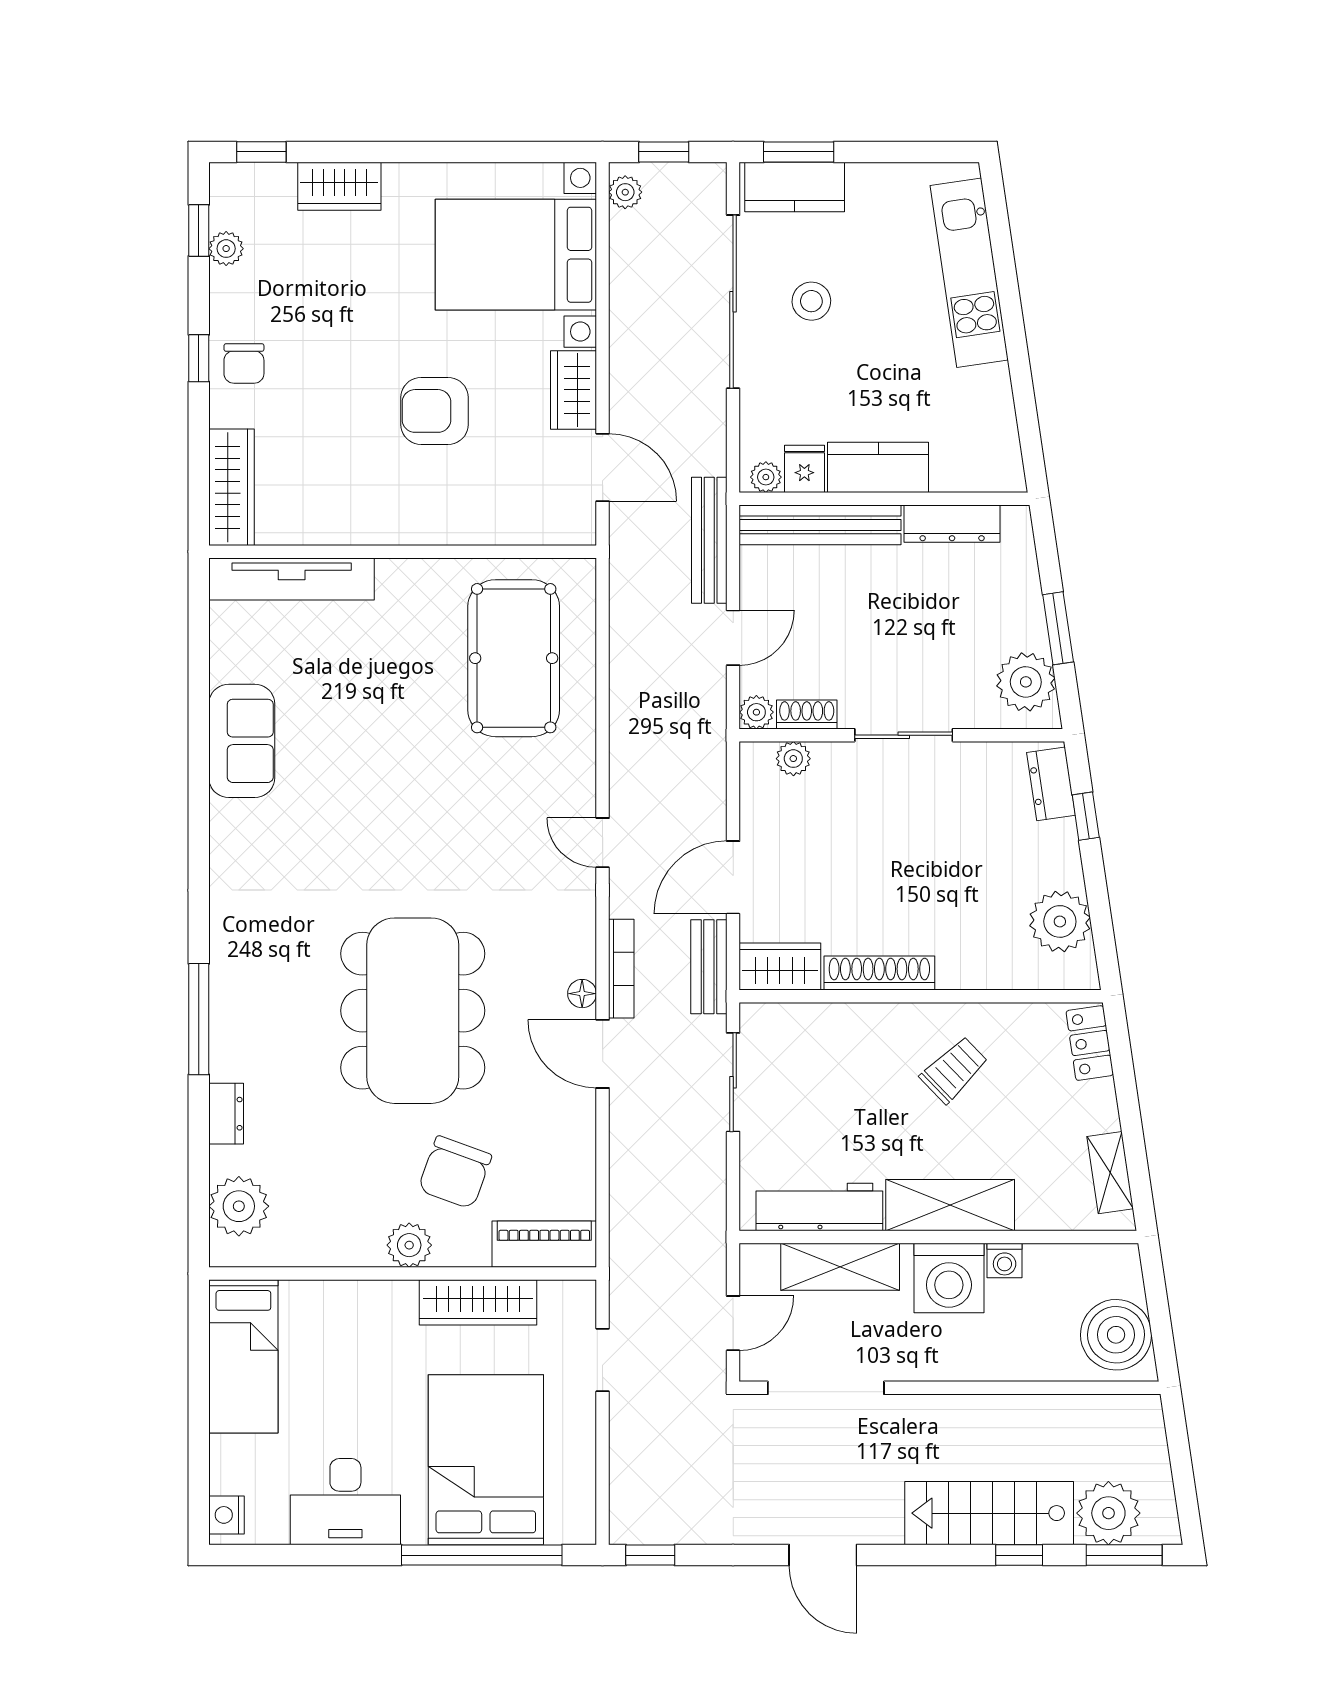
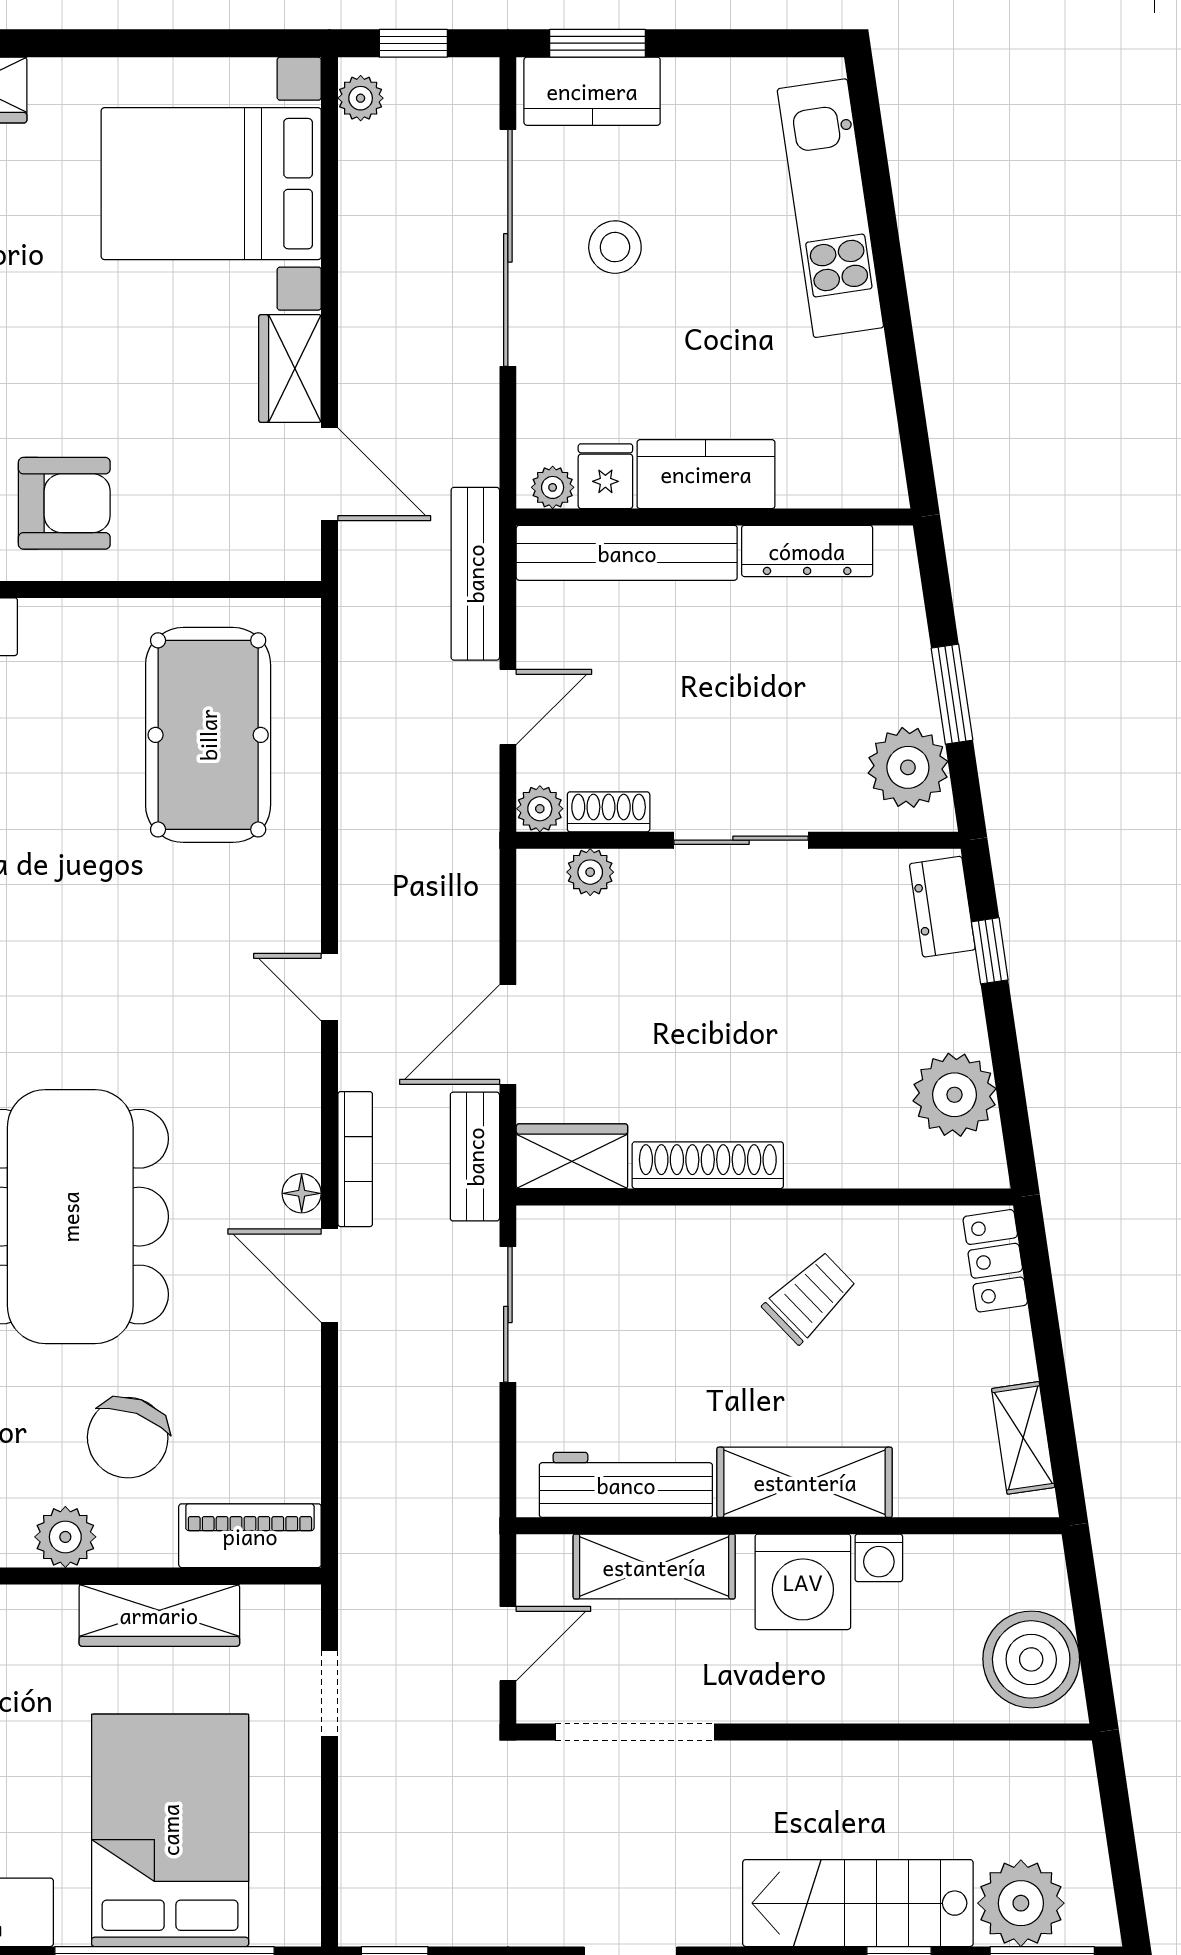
armchair: (435, 411) -> (64, 503), moved, turned 180

